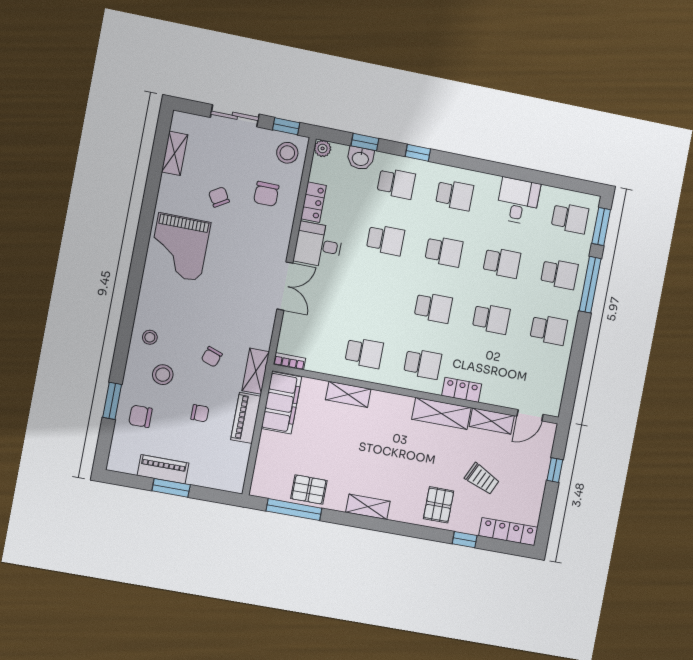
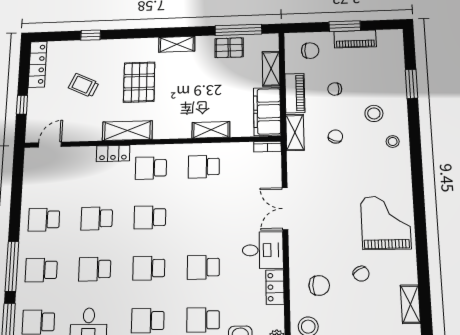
chair: (266, 194) -> (319, 285), turned 90
chair: (140, 416) -> (310, 51), moved
shelving: (492, 421) -> (271, 69), moved, turned 90
pallet: (439, 505) -> (139, 82), moved, width x1.50, depth x1.42
locker: (508, 532) -> (38, 64), moved, turned -90

